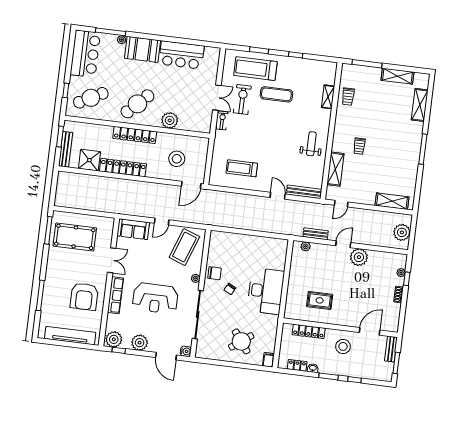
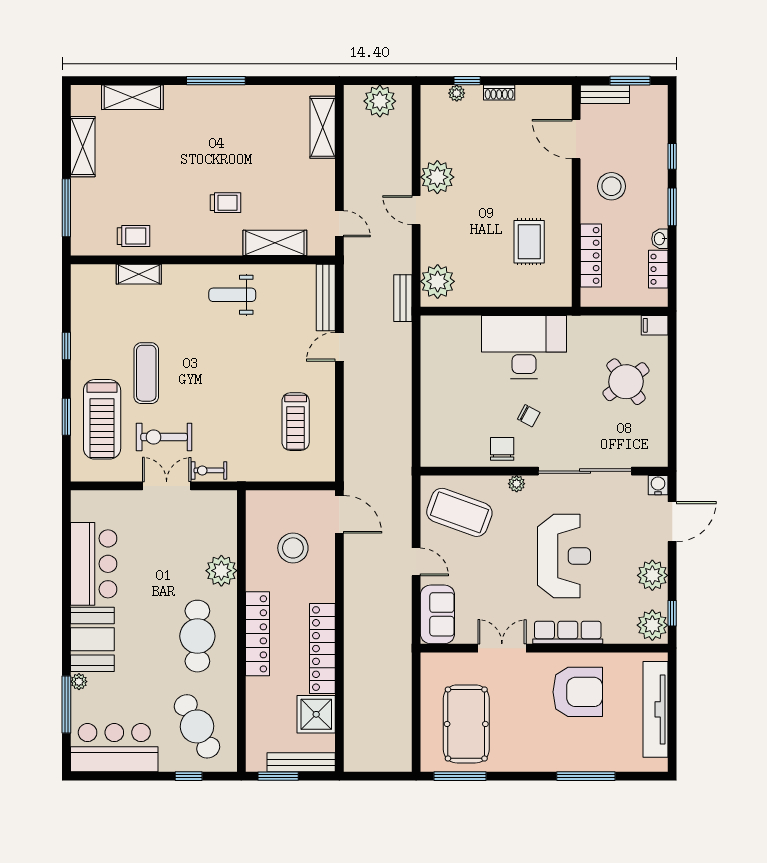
cafe table: (137, 104) -> (197, 636), turned 45
bench: (316, 234) -> (403, 298), moved
plant: (306, 246) -> (438, 281), width x1.87, depth x1.87

